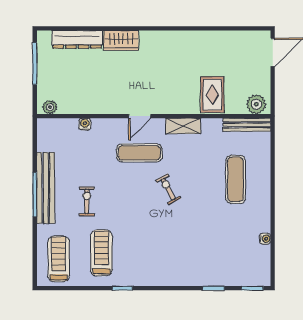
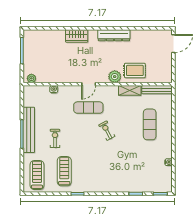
dresser: (77, 39) -> (114, 35), moved
rug: (212, 95) -> (135, 70), turned 90
plant: (256, 104) -> (115, 77), moved
shelving: (183, 126) -> (130, 90), moved

